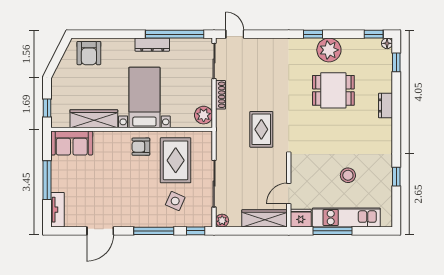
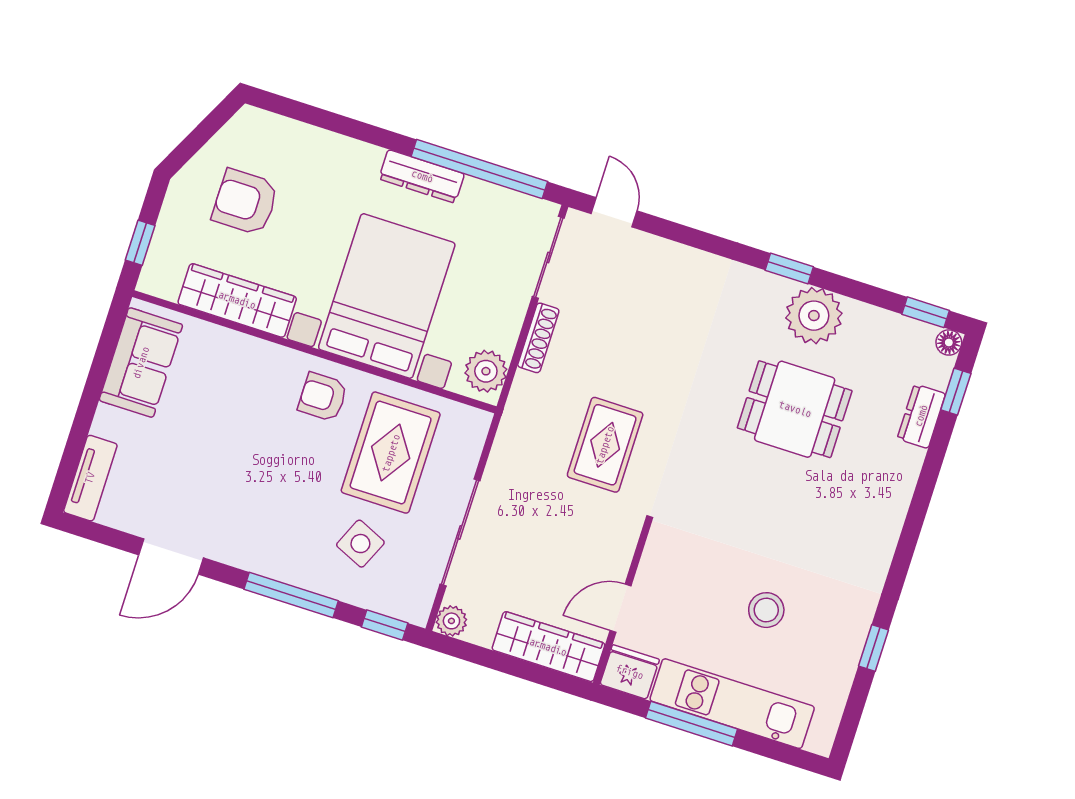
armchair: (89, 53) -> (245, 202), moved, turned 90
bed with nightstands: (144, 98) -> (387, 296), width x1.36
dresser: (385, 106) -> (921, 416), moved
sofa: (72, 143) -> (141, 363), moved, turned -90
window: (47, 180) -> (88, 404), removed

